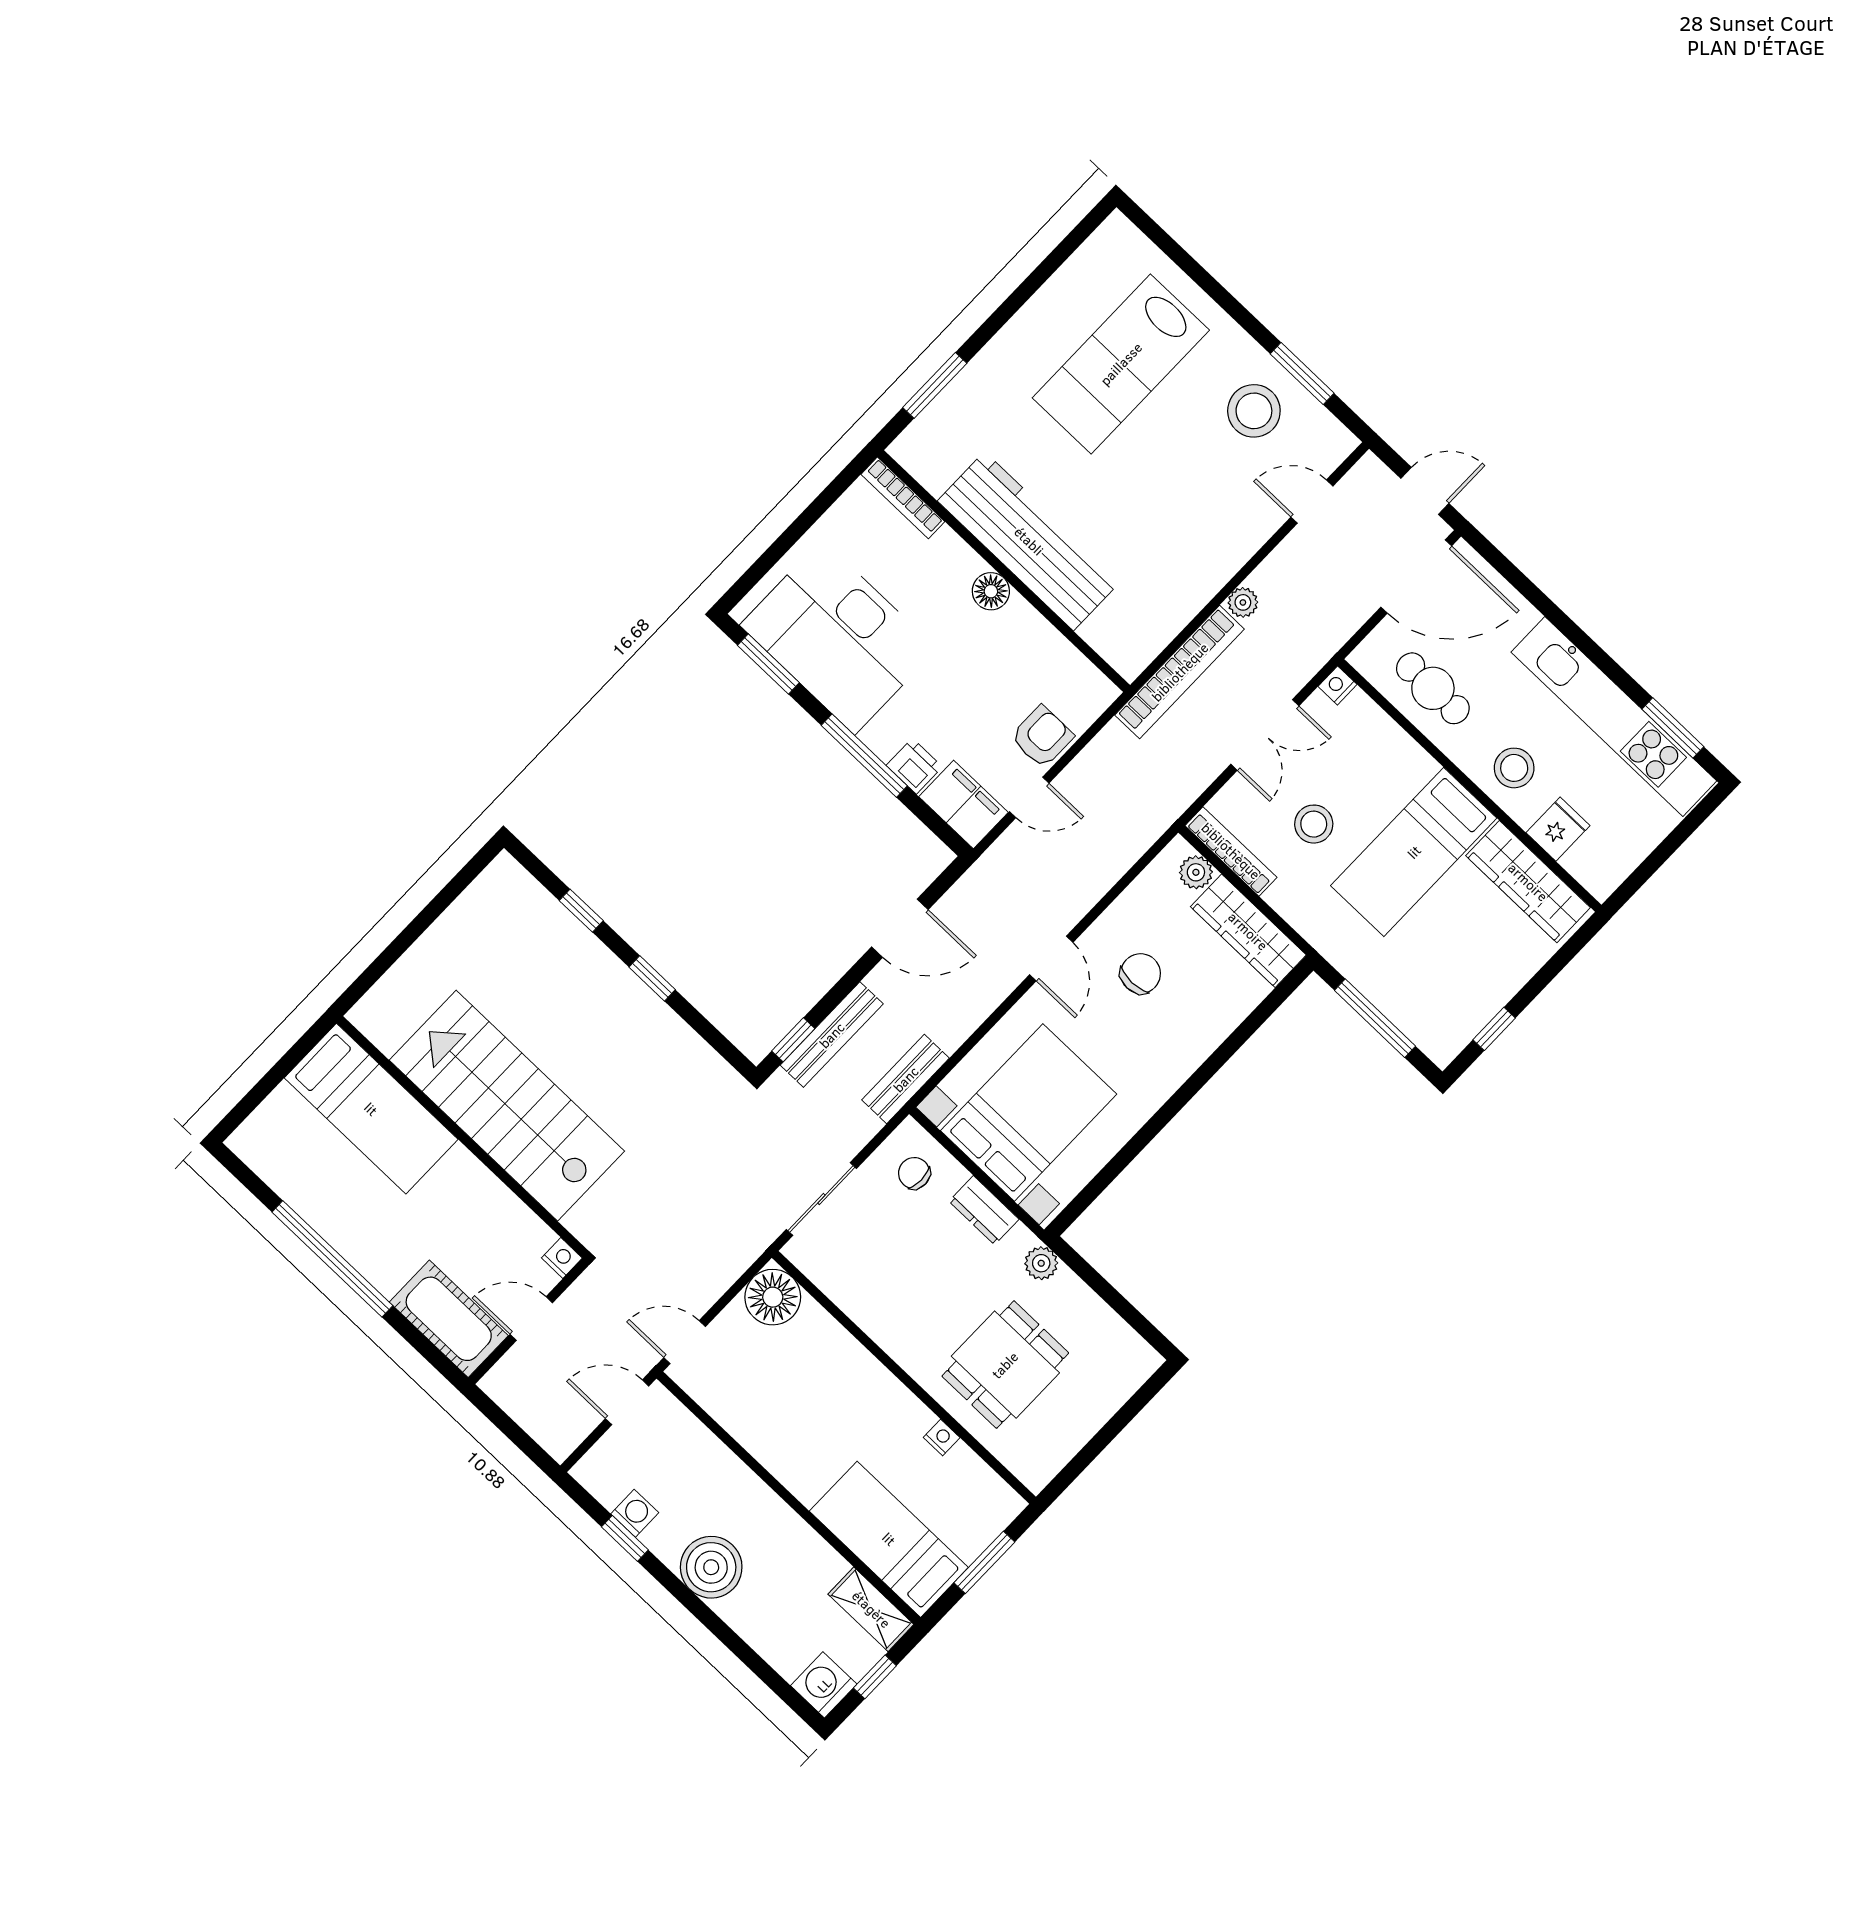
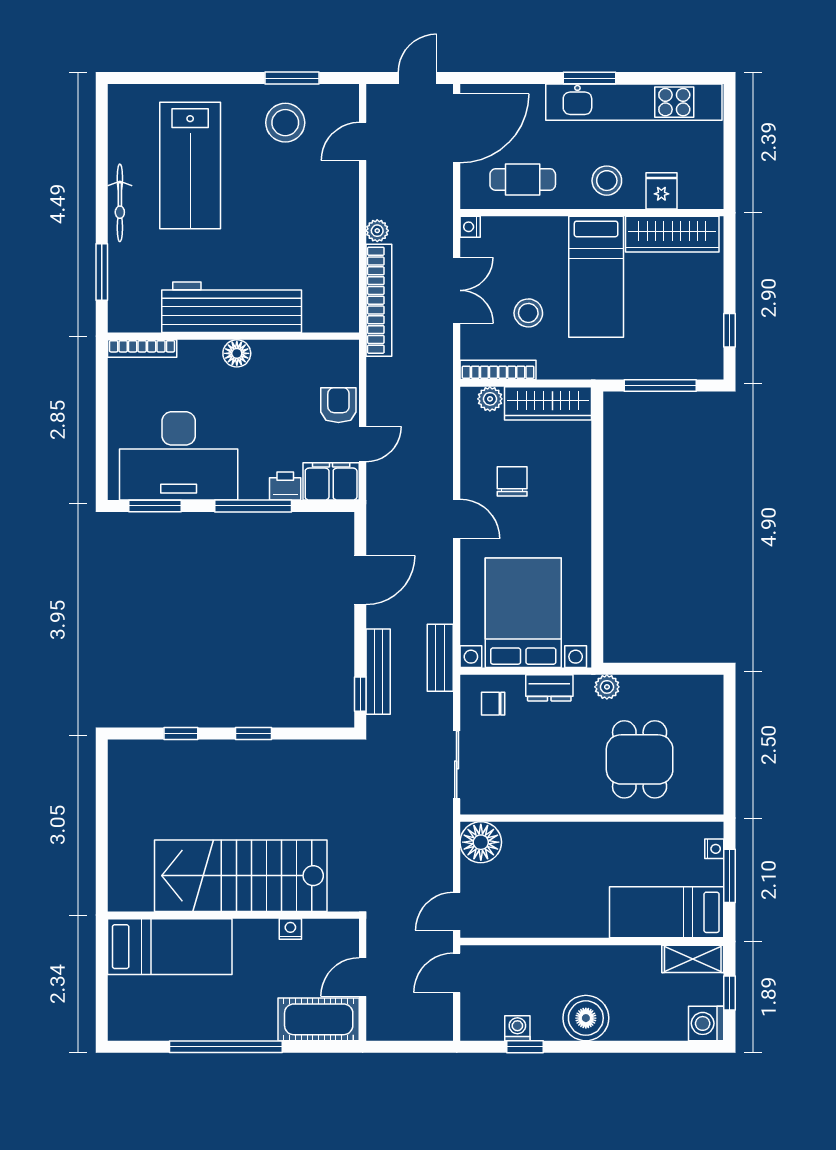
bicycle: (1017, 335) -> (120, 203), added
window: (1673, 728) -> (590, 78), moved
nightstand: (562, 1258) -> (290, 929), moved
nightstand: (942, 1437) -> (714, 849), moved, turned 90

